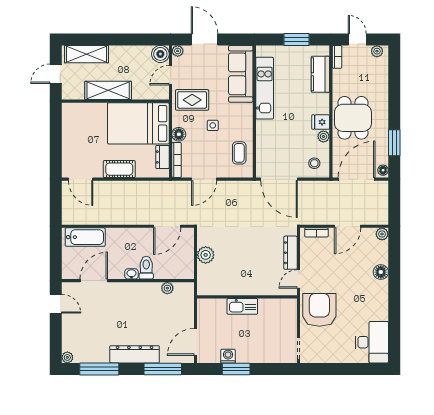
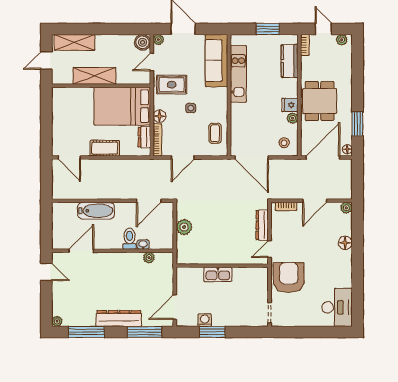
bathtub: (85, 237) -> (96, 211), moved
washbasin: (131, 274) -> (143, 245), moved

